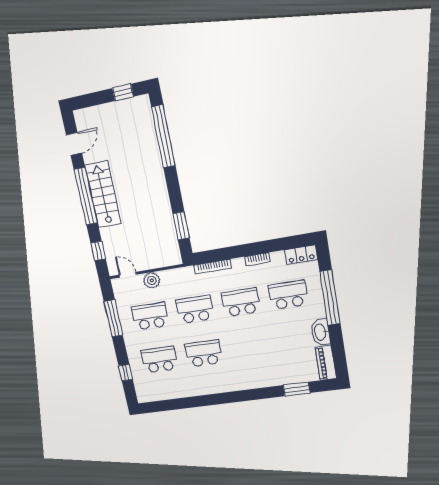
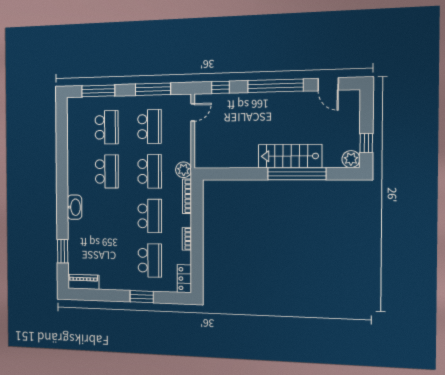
plant: (142, 104) -> (351, 159), added
window: (163, 136) -> (297, 174), moved
stairs: (103, 194) -> (290, 156), moved, turned 180
window: (181, 226) -> (230, 174), removed
plant: (152, 280) -> (184, 170), moved
window: (330, 298) -> (142, 297), width x0.47
washbasin: (321, 332) -> (75, 207), moved, turned 90
window: (126, 373) -> (98, 91), width x2.17

